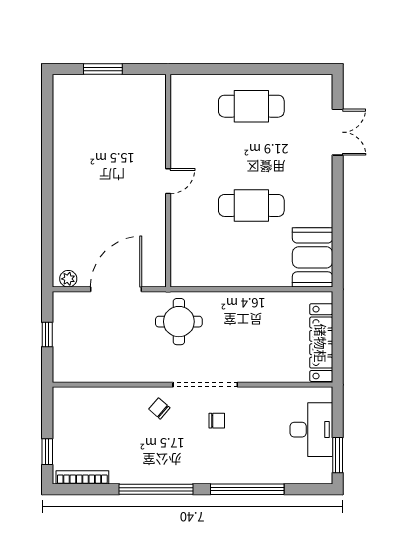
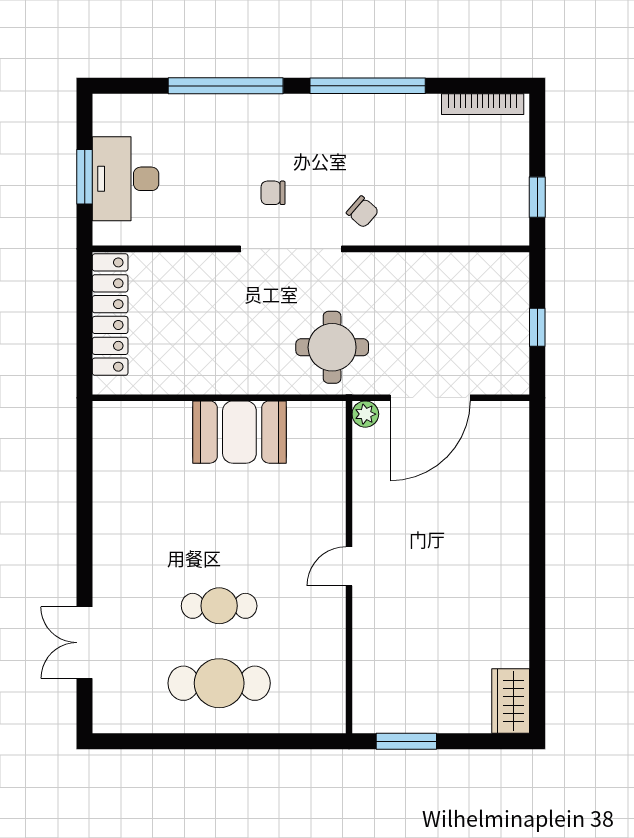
window: (103, 69) -> (406, 741), moved
wardrobe: (64, 95) -> (511, 701), added
cafe table: (251, 205) -> (219, 606), moved, width x0.73, depth x0.74
booth: (313, 257) -> (239, 432), moved, turned 90
plant: (68, 279) -> (365, 414), moved
window: (47, 452) -> (537, 197), moved
window: (338, 455) -> (85, 177), moved

